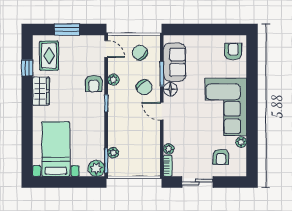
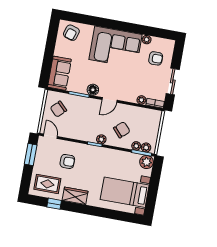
window: (67, 29) -> (31, 154), moved
door: (106, 49) -> (50, 136), hinge flipped
armchair: (233, 52) -> (71, 33), turned -73
sofa: (175, 62) -> (59, 73), moved, turned 90
plant: (113, 80) -> (101, 139), moved
armchair: (94, 84) -> (67, 161), moved
chair: (144, 87) -> (122, 130), moved
plant: (113, 165) -> (146, 147), added

